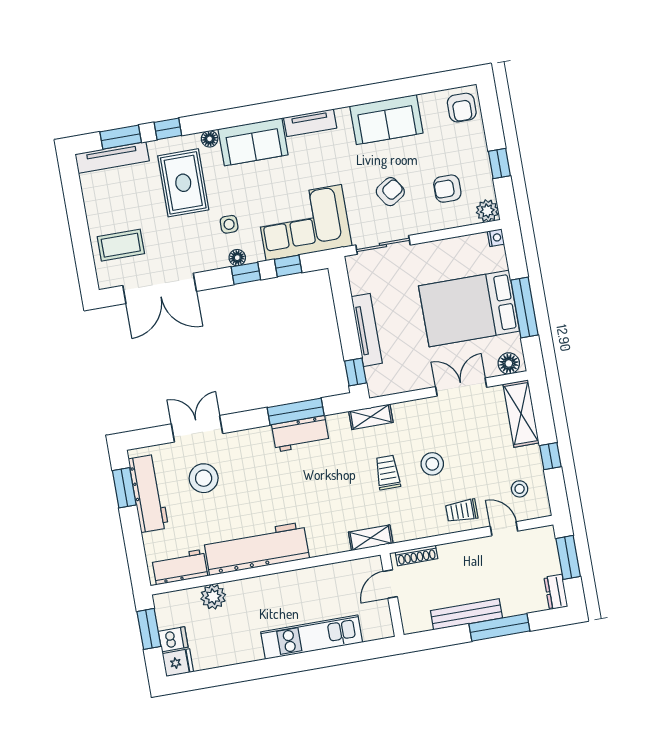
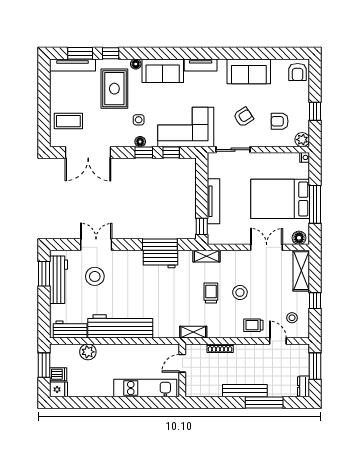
door: (390, 584) -> (182, 363), moved
wall: (392, 595) -> (182, 370), moved

